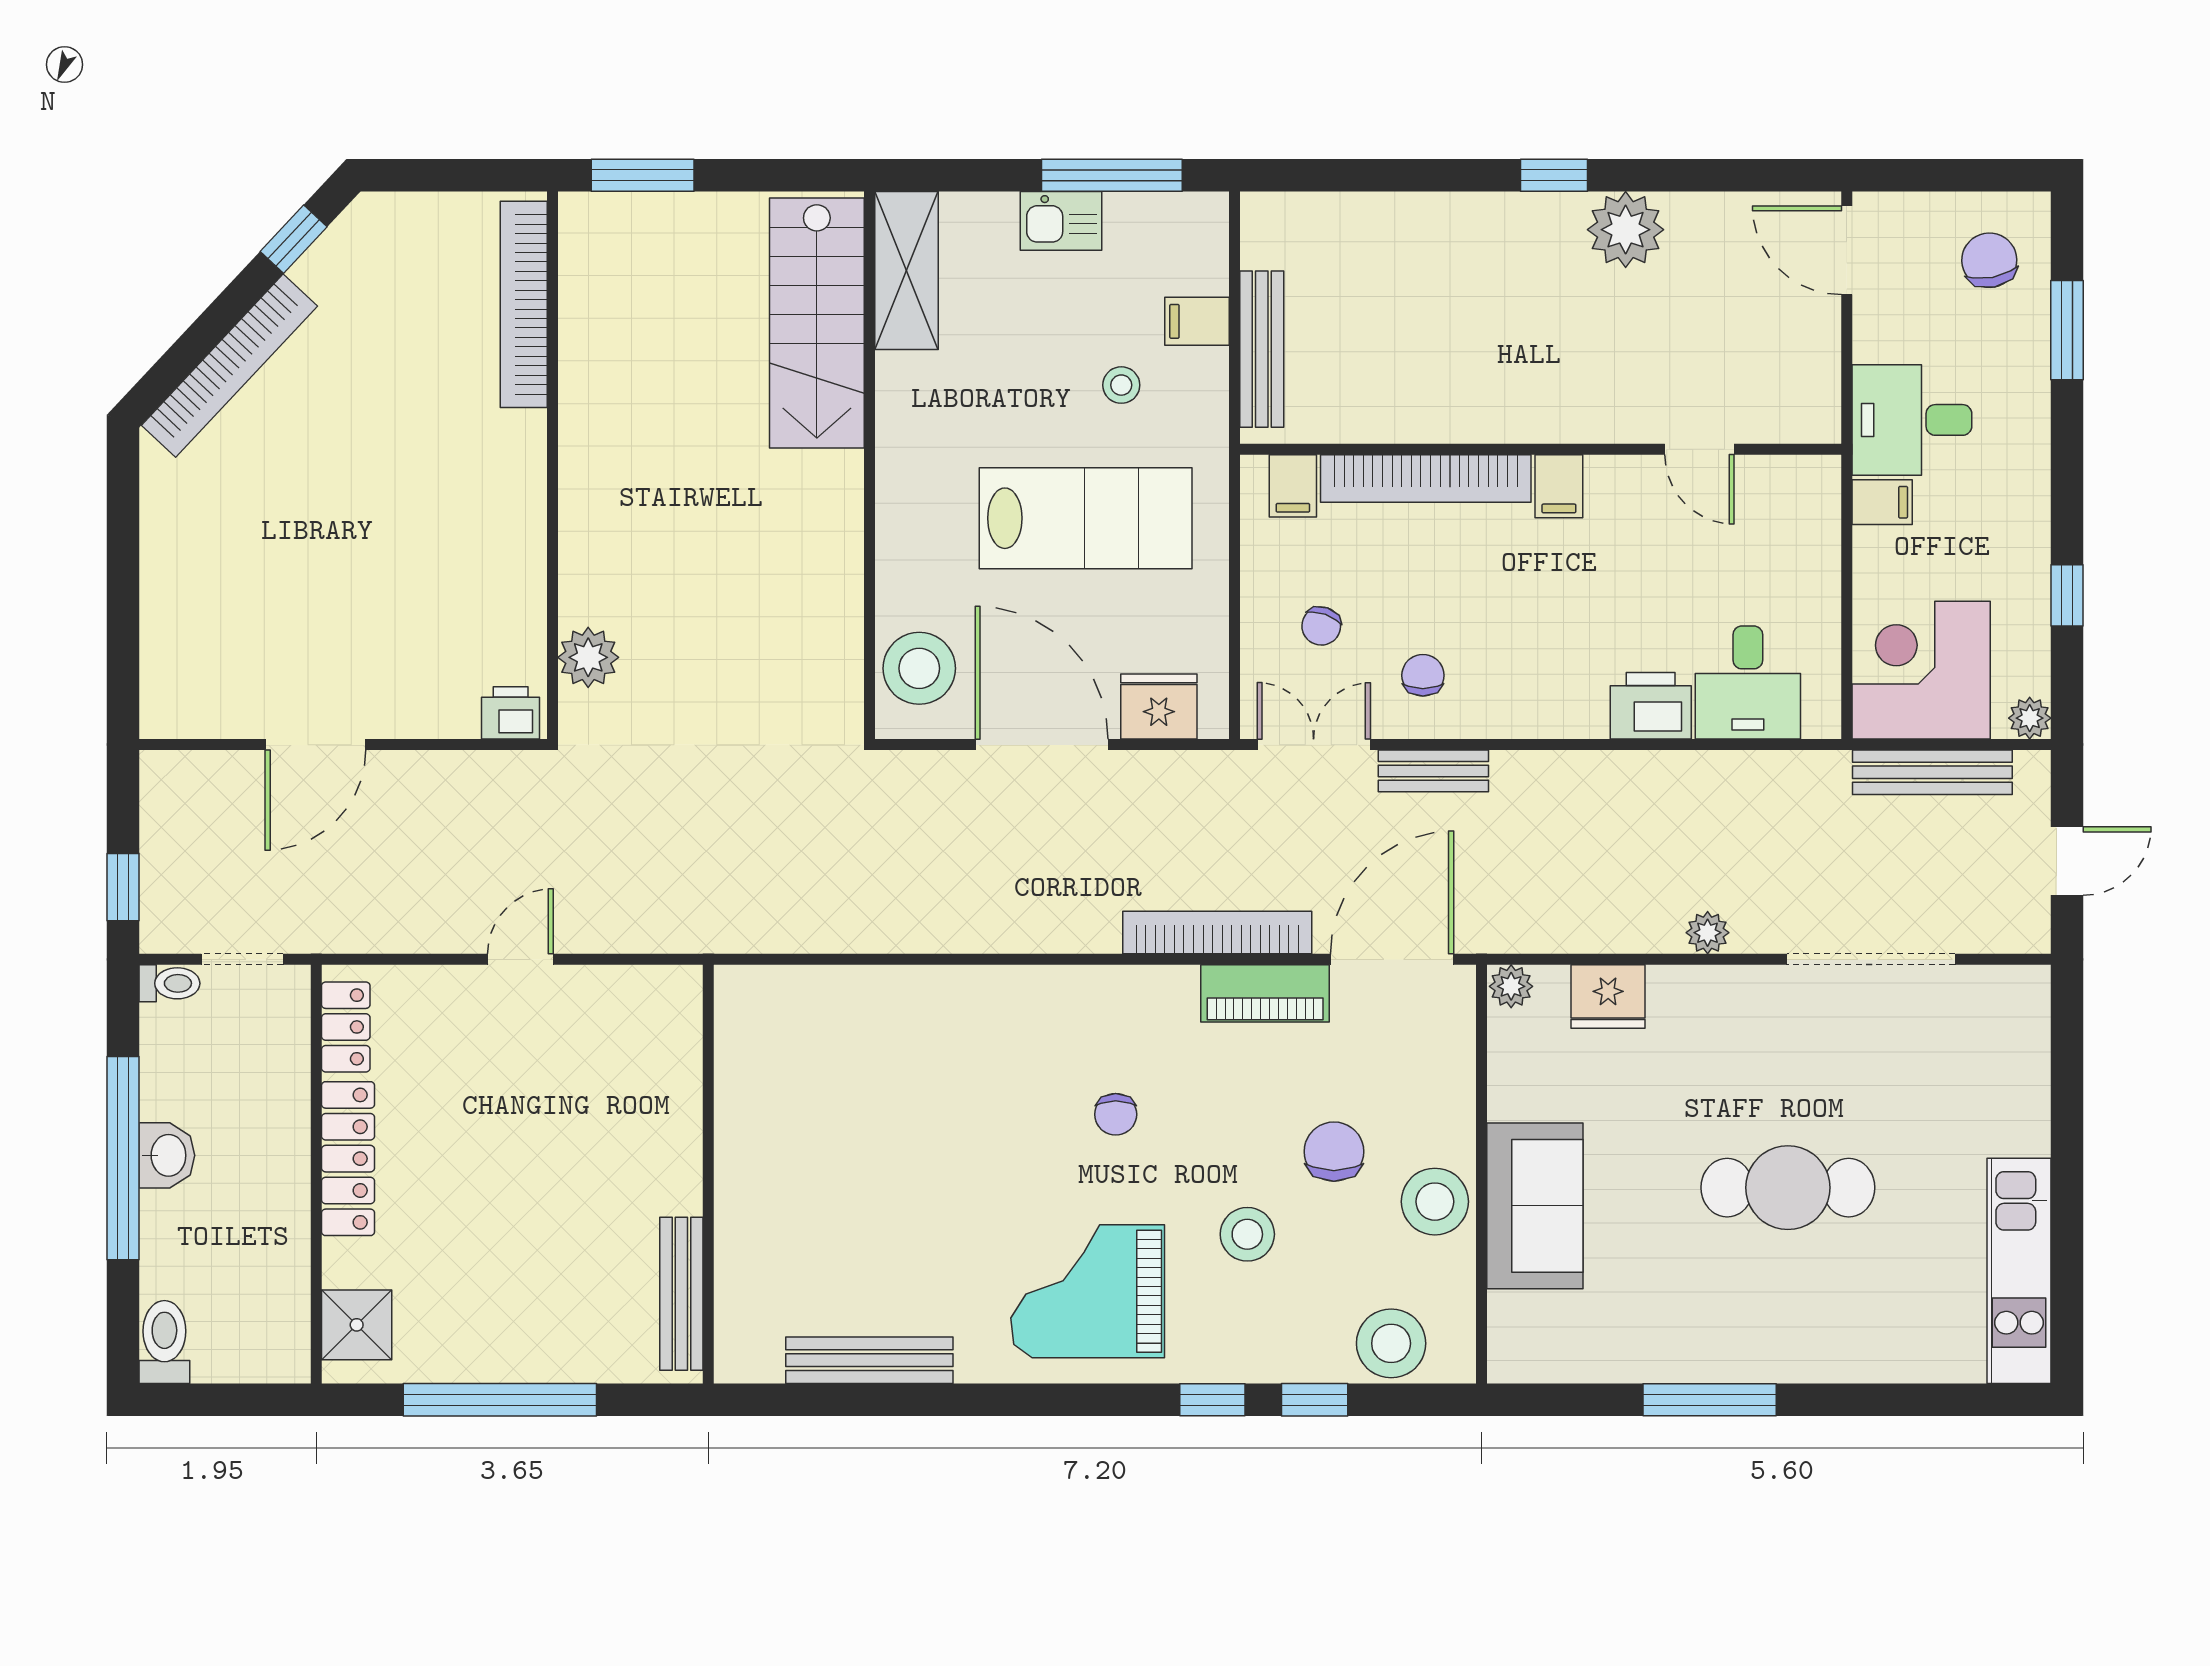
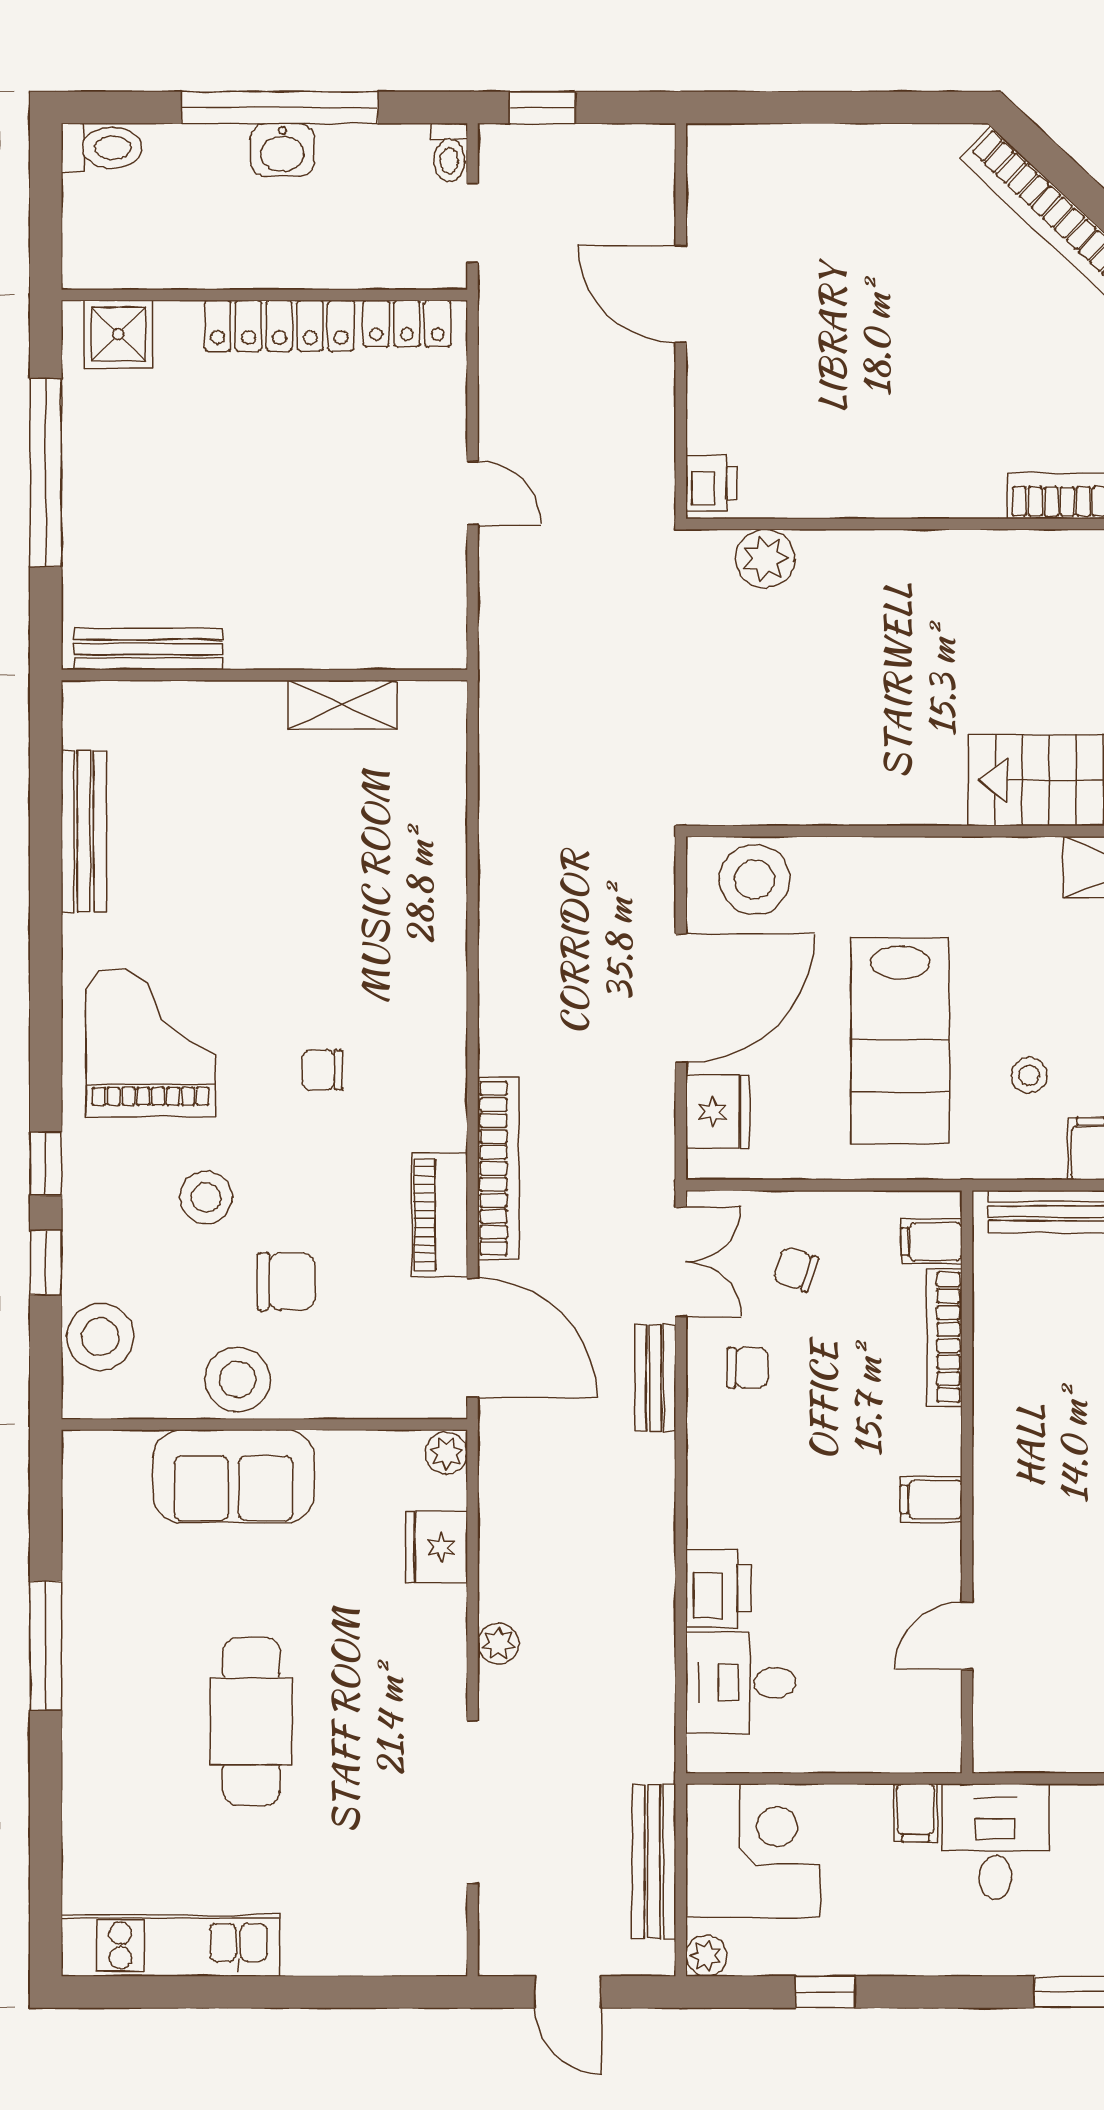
bookcase: (1426, 478) -> (944, 1337), width x0.68, depth x0.76
shelving: (739, 1093) -> (342, 705), added

